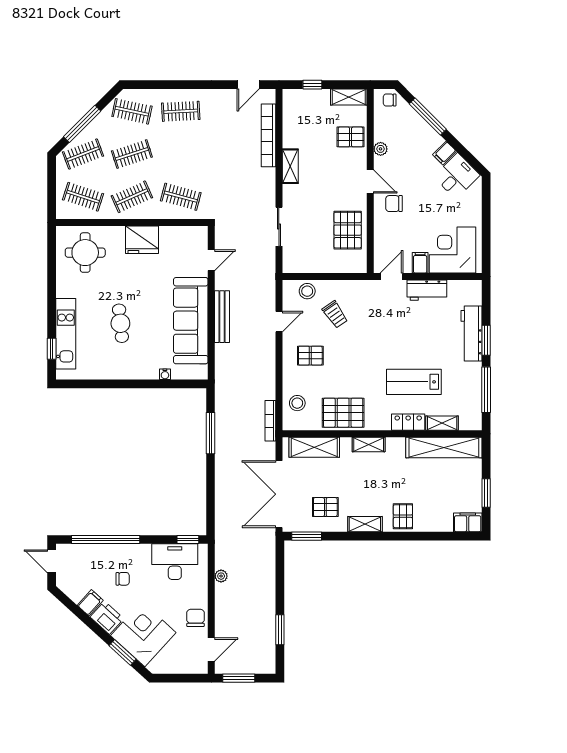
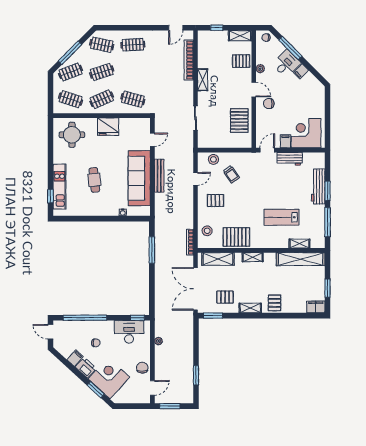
desk: (457, 176) -> (286, 64), moved
locker: (408, 422) -> (278, 243), removed

